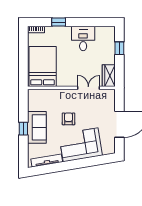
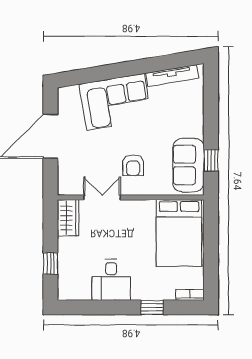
double door: (88, 88) -> (102, 197), swing flipped
armchair: (69, 119) -> (133, 165), moved
sofa: (37, 127) -> (188, 165), moved
window: (23, 129) -> (211, 160), moved

